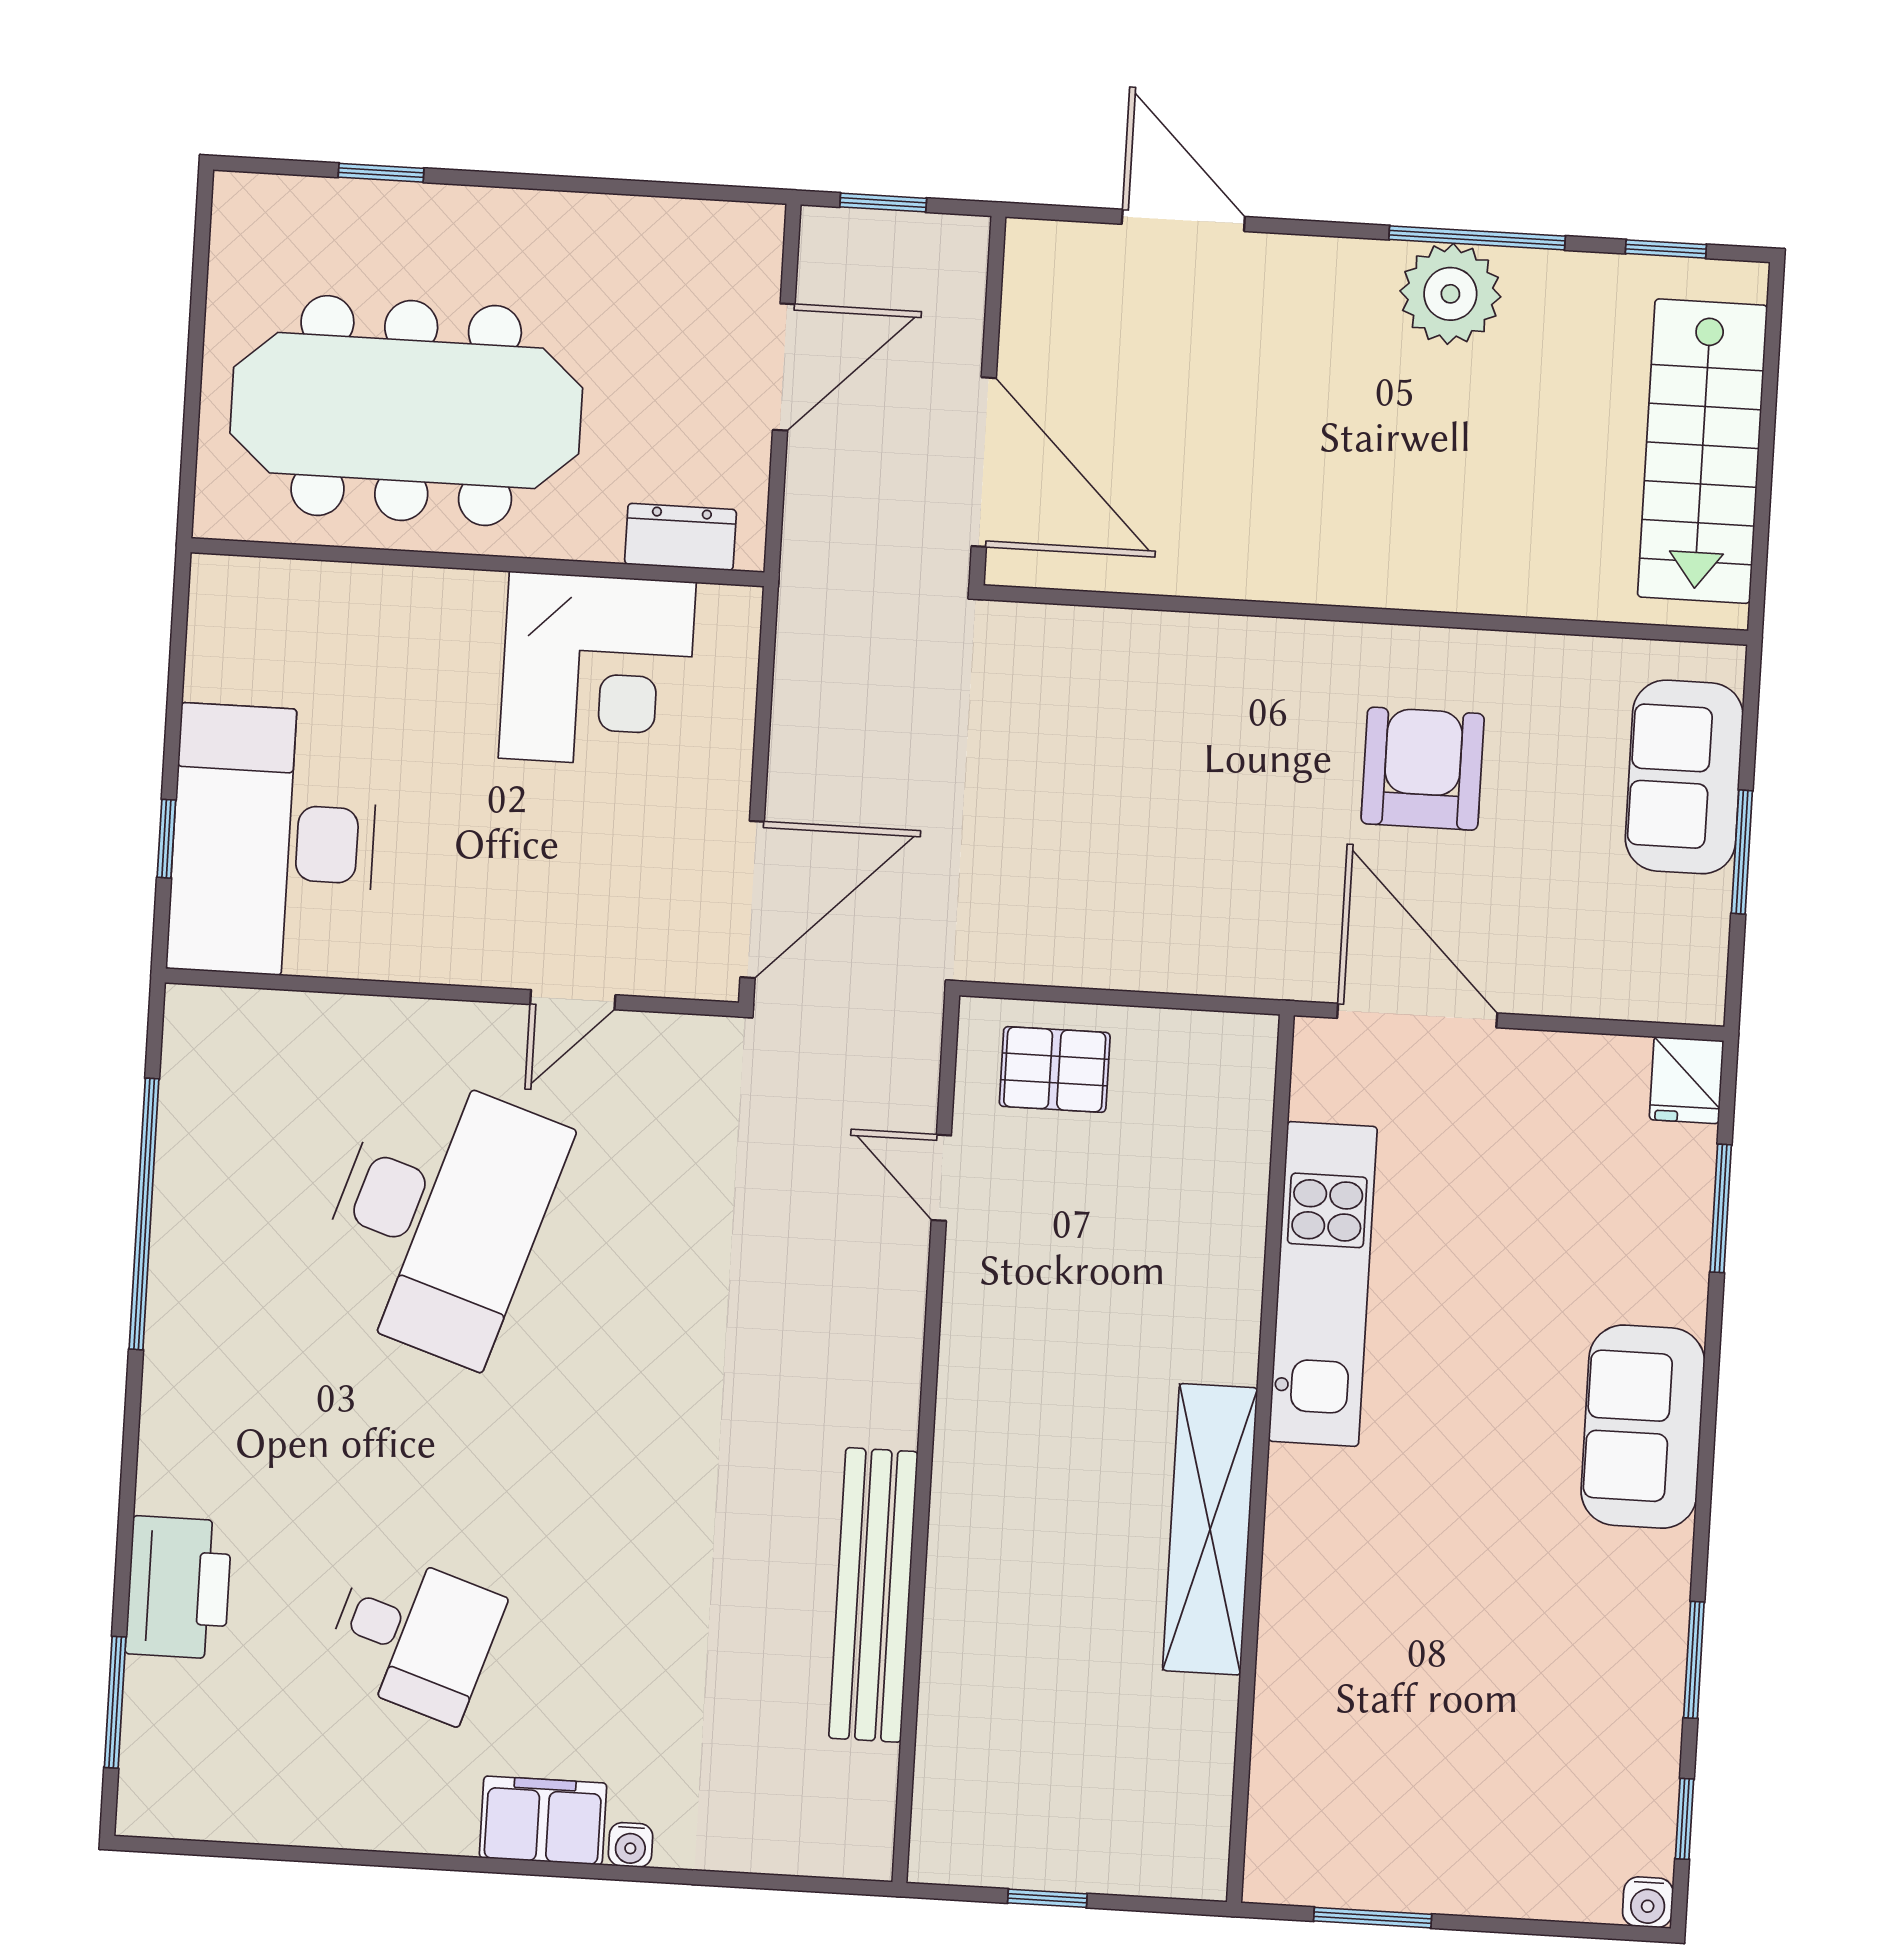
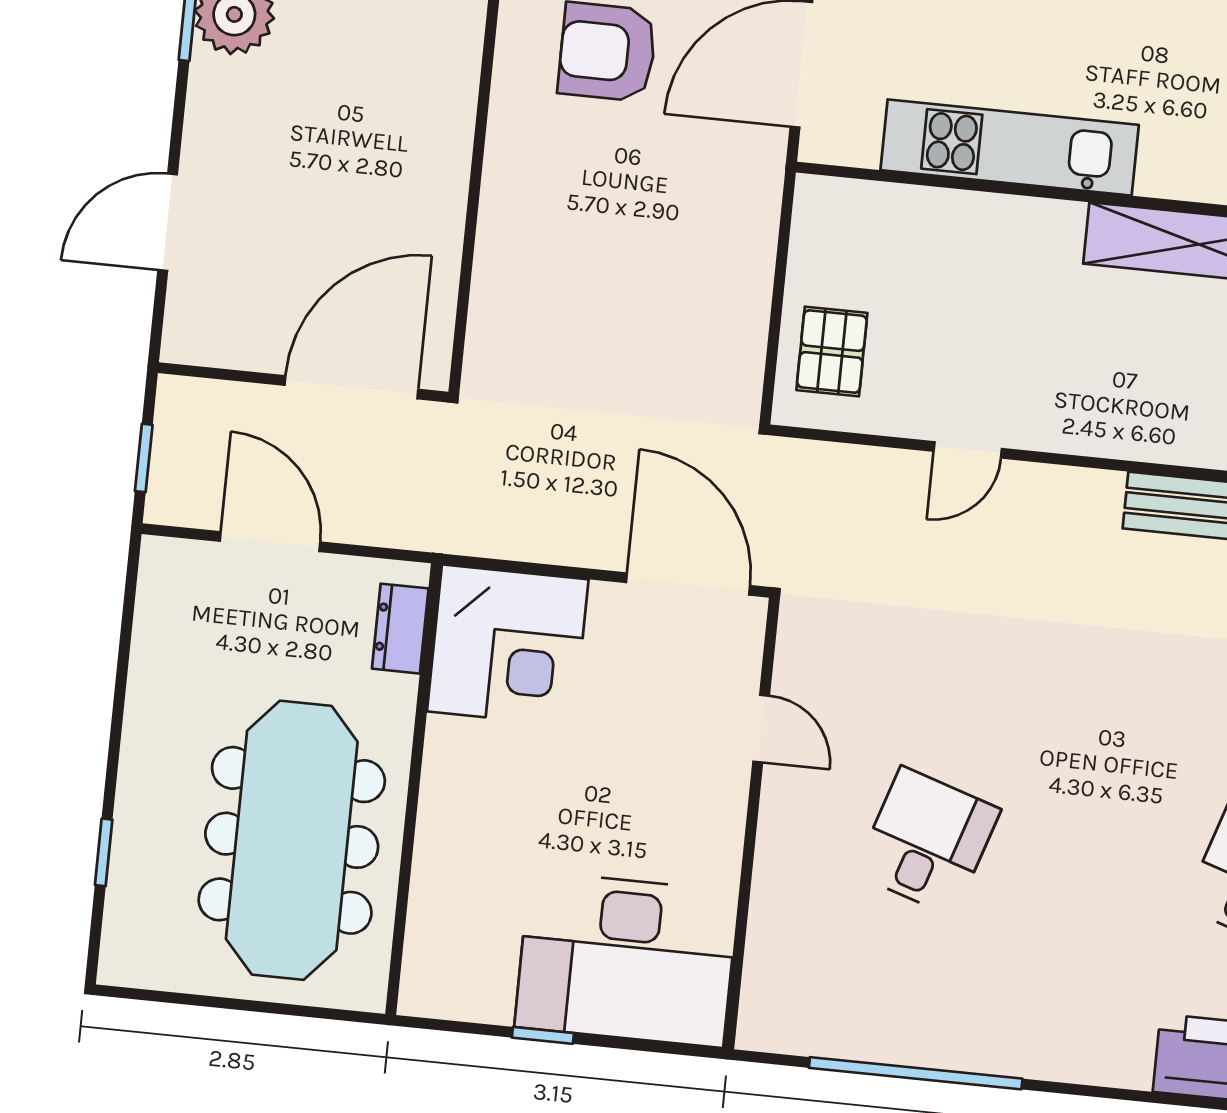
corner desk: (597, 670) -> (508, 645), moved, turned 90
window: (166, 839) -> (543, 1035), moved
door: (941, 1178) -> (968, 450), moved
desk: (439, 1216) -> (927, 841), width x0.53, depth x0.77

